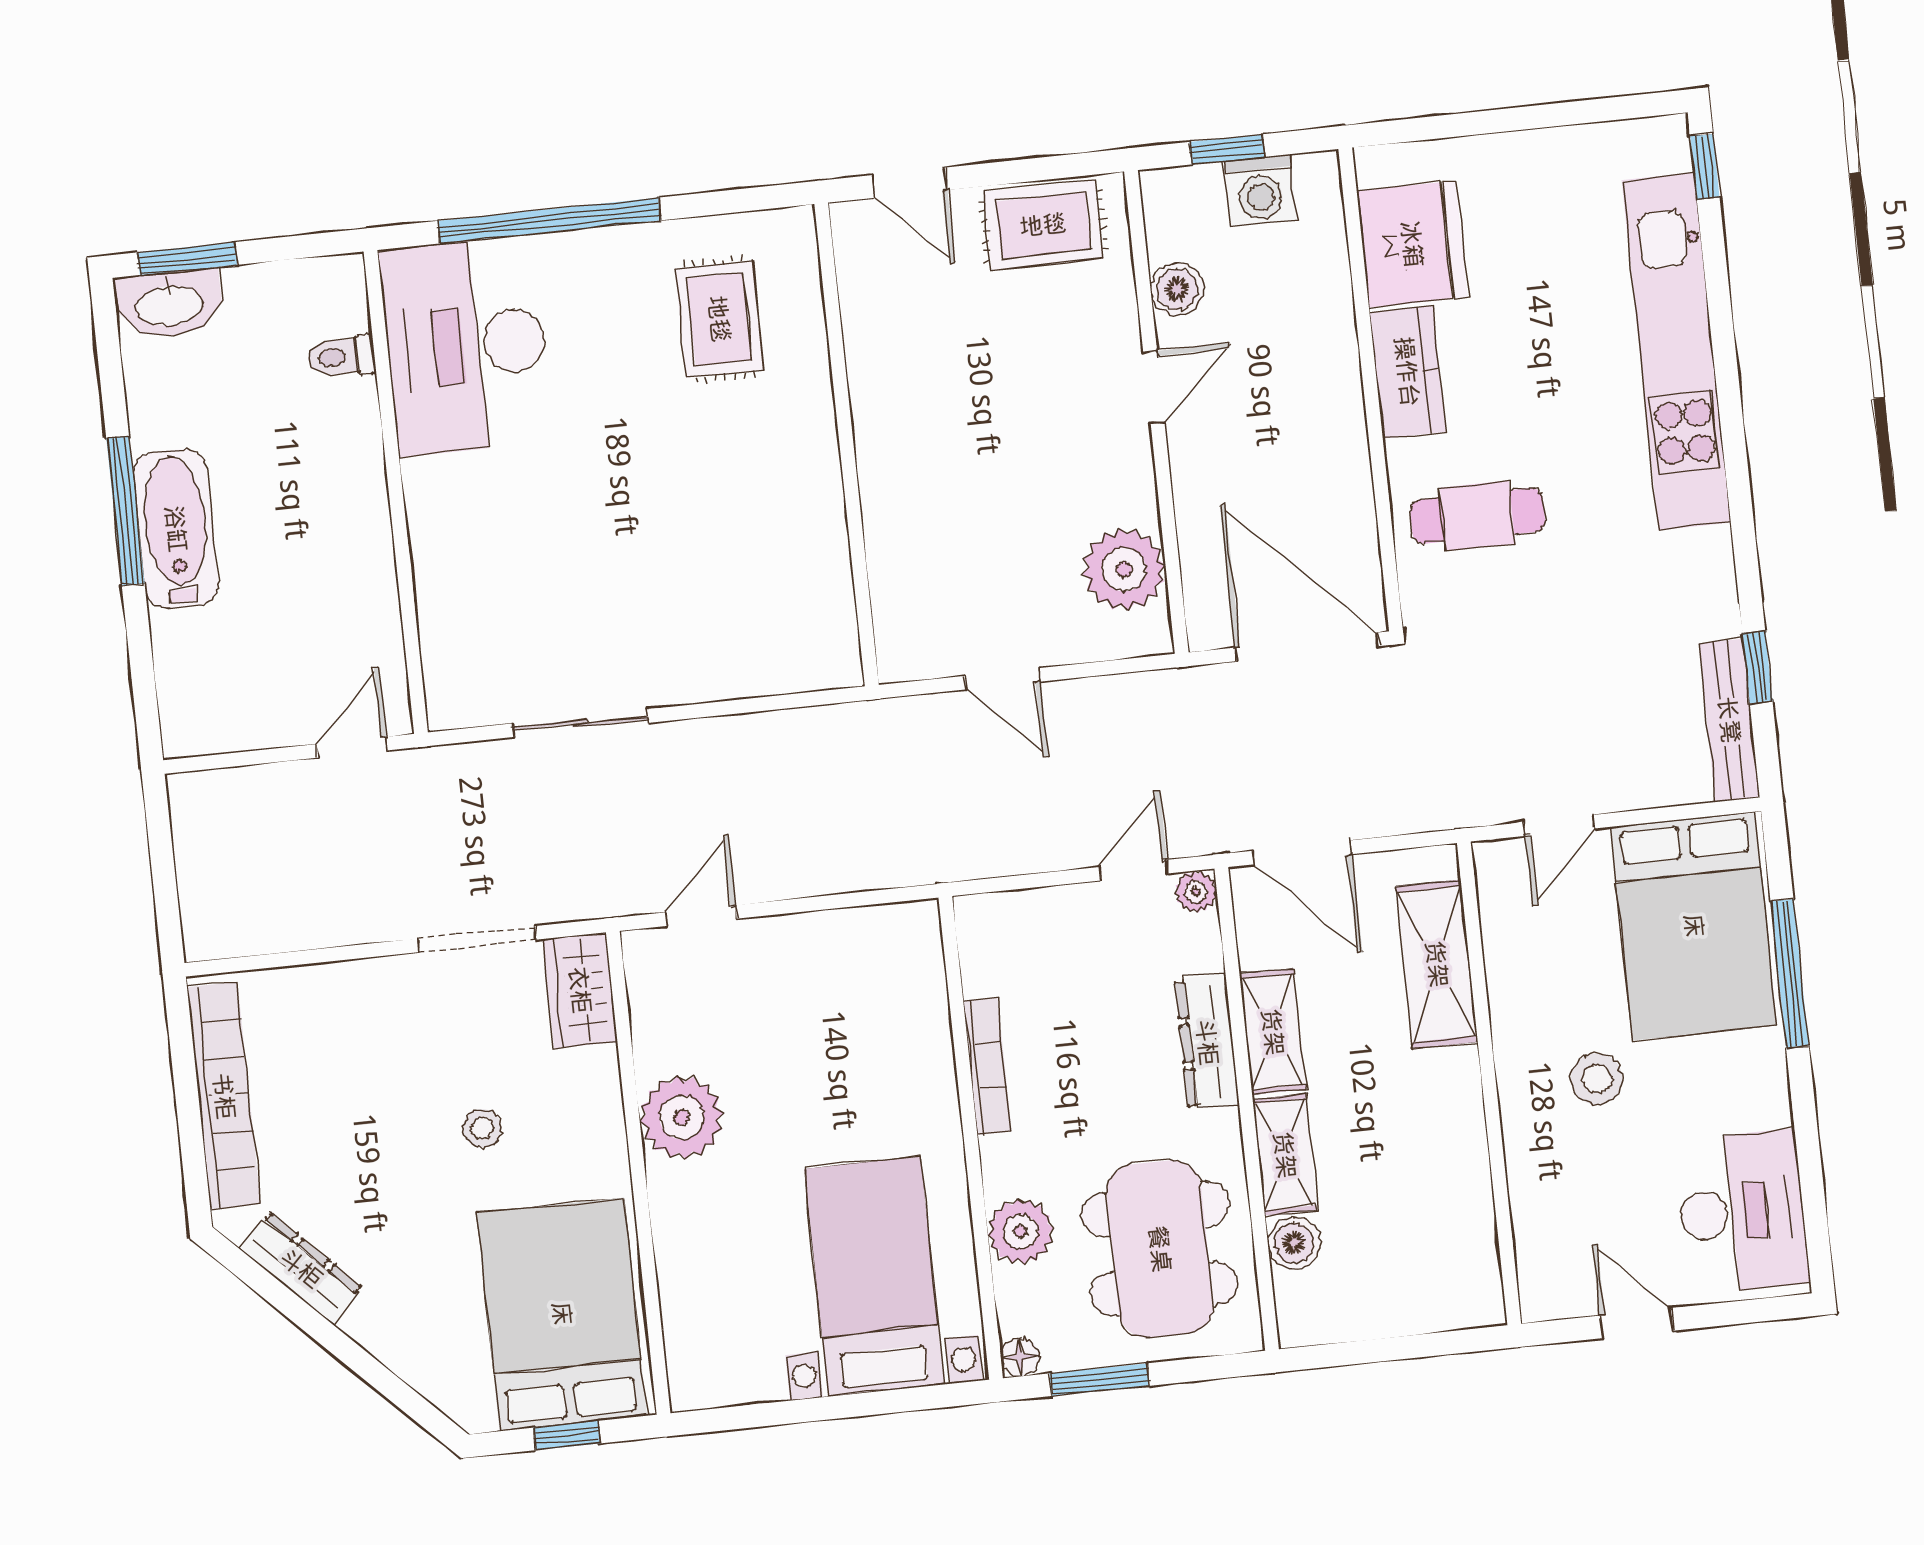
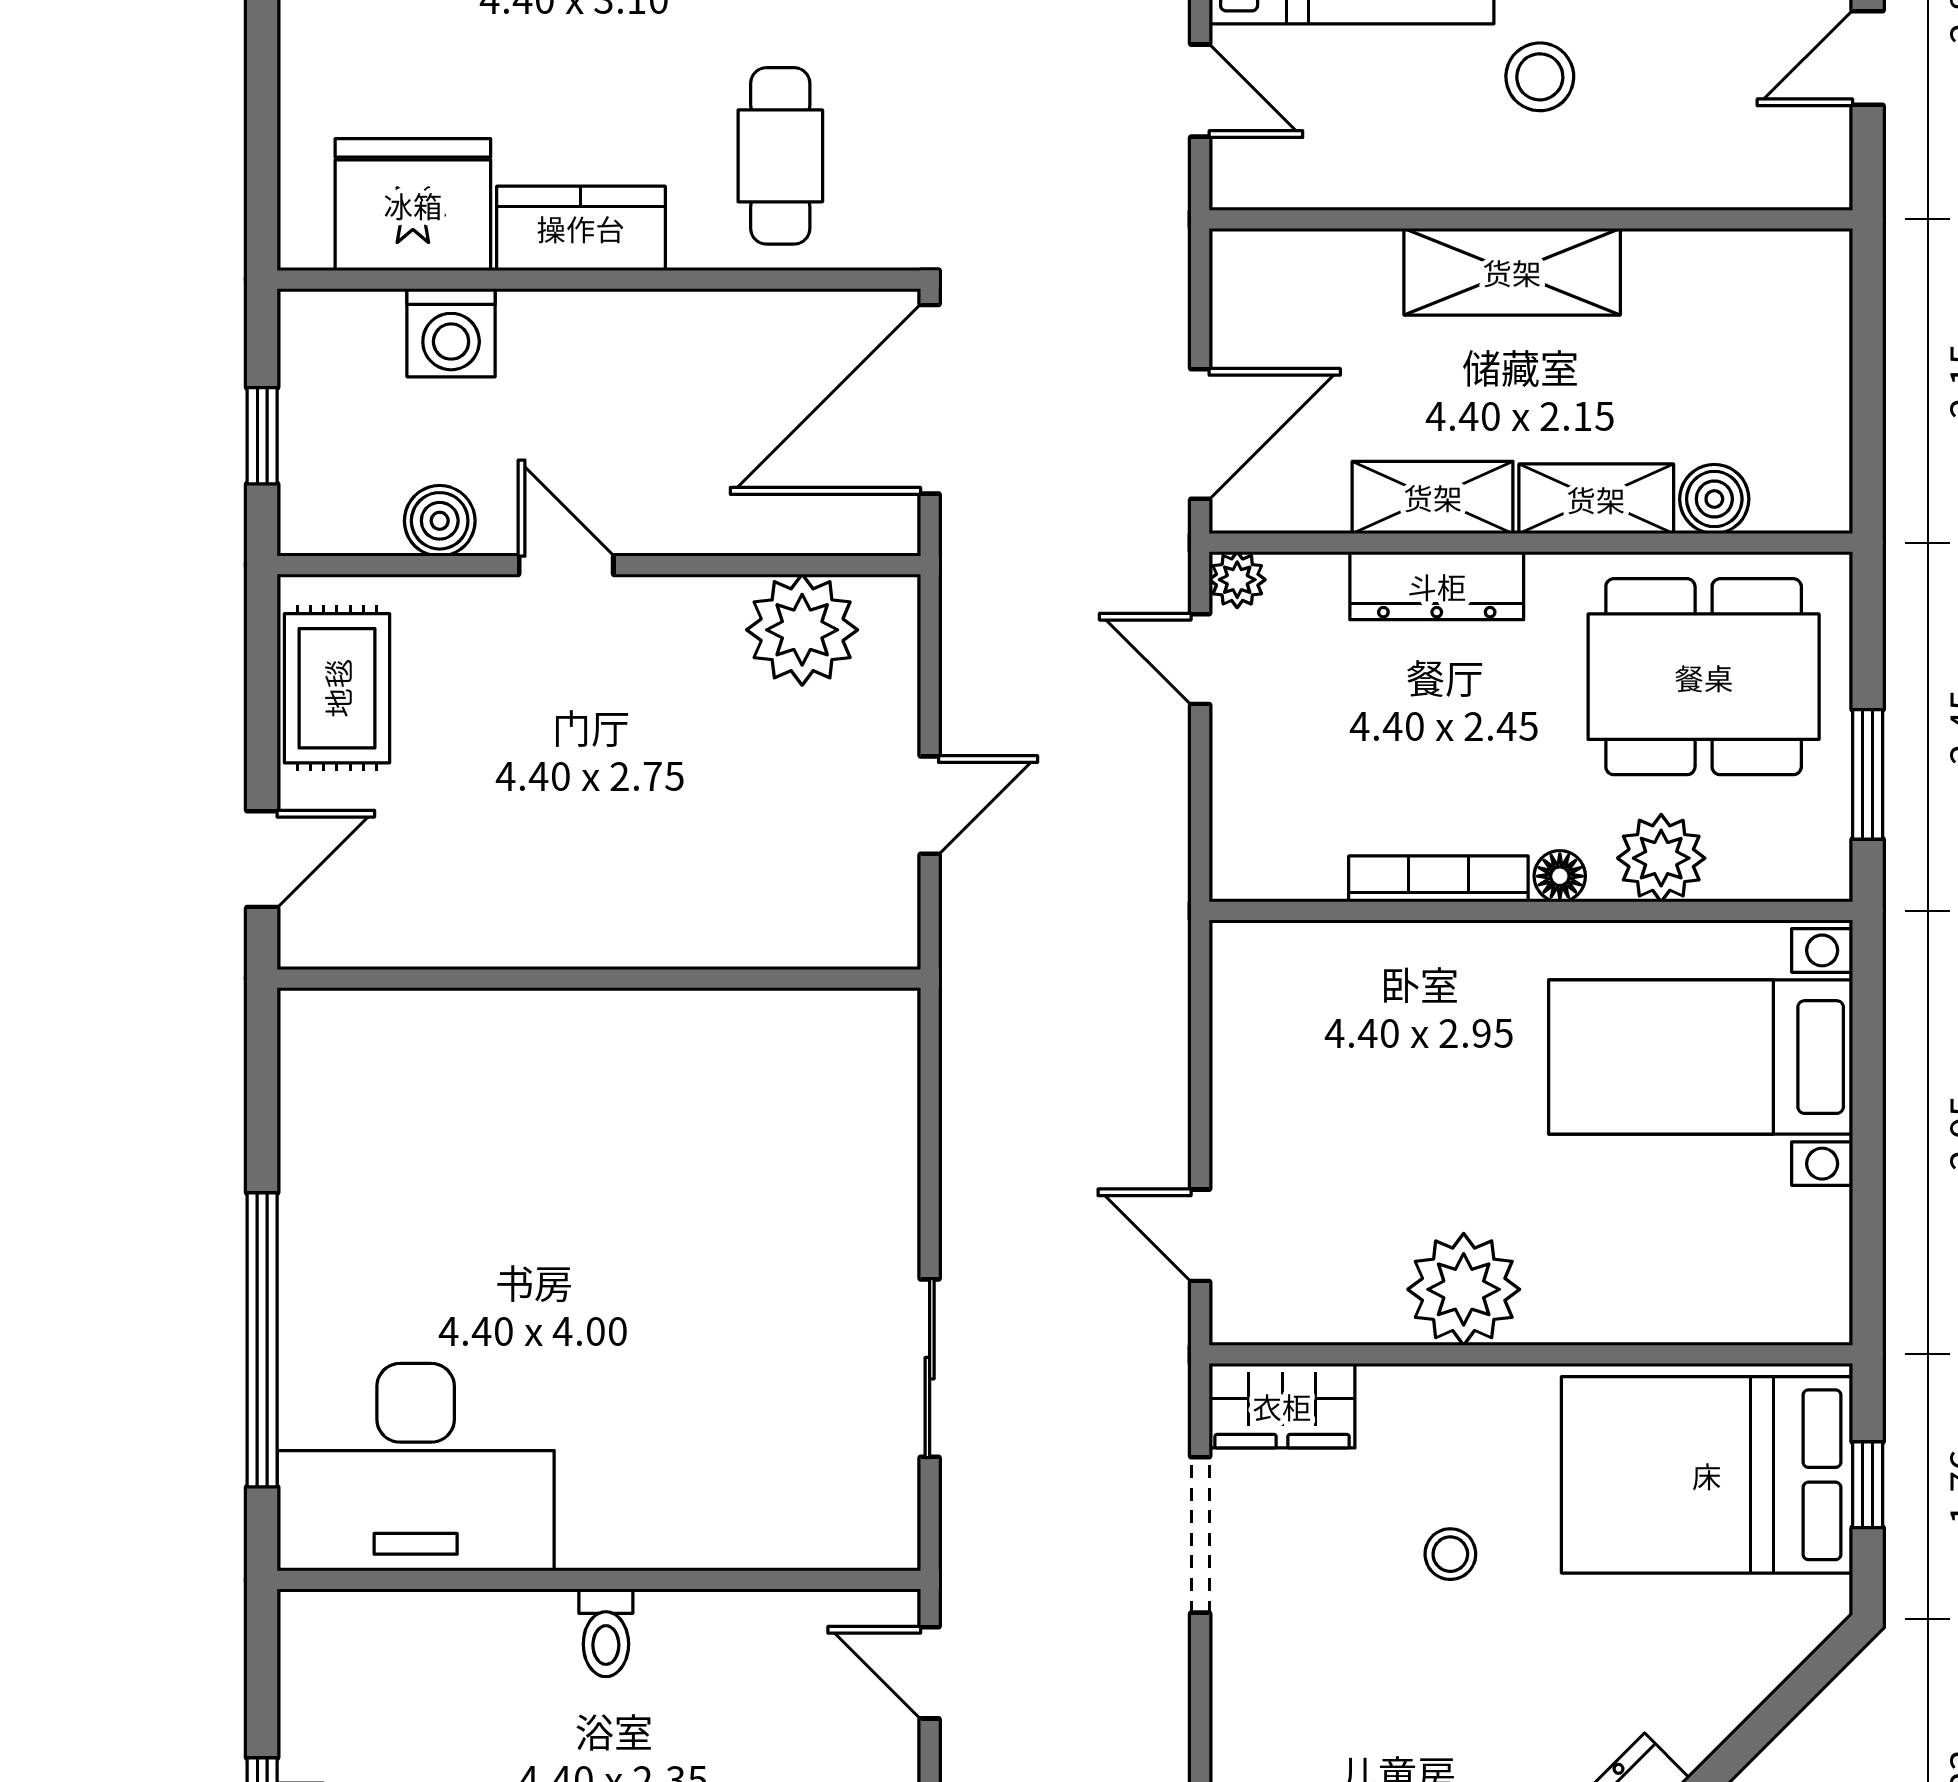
washing machine: (1260, 191) -> (451, 333), moved, turned 90
rug: (719, 319) -> (416, 1129), removed
toilet: (341, 356) -> (606, 1633), moved
shelving: (1437, 964) -> (1512, 272), moved
floor lamp: (1020, 1357) -> (1560, 876), moved

